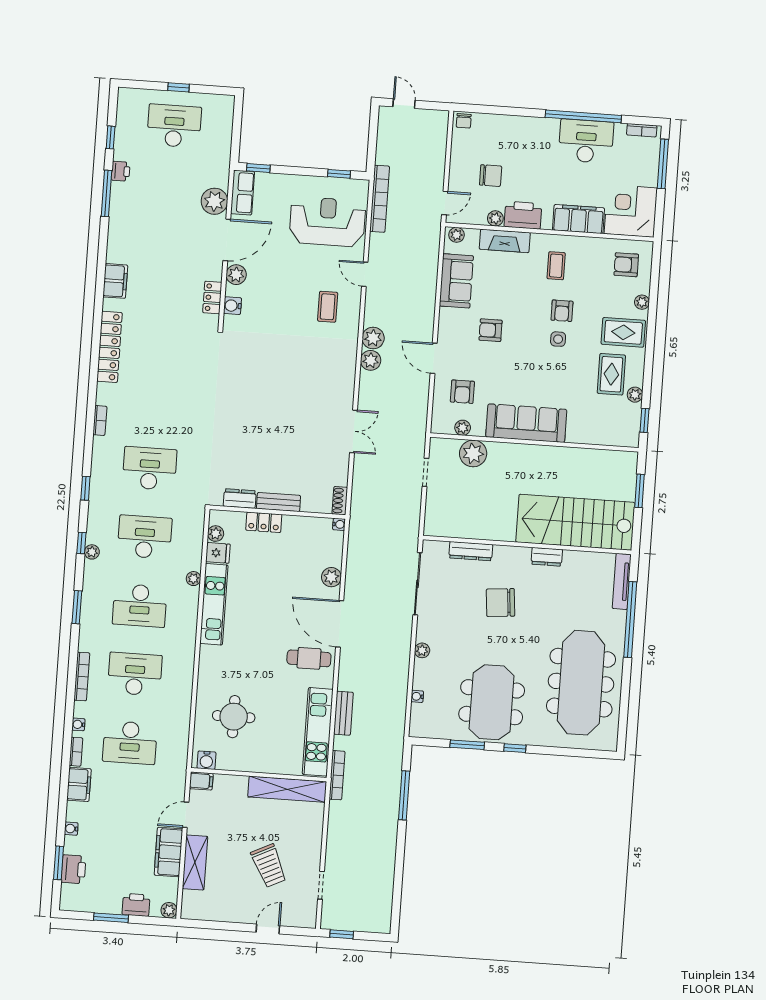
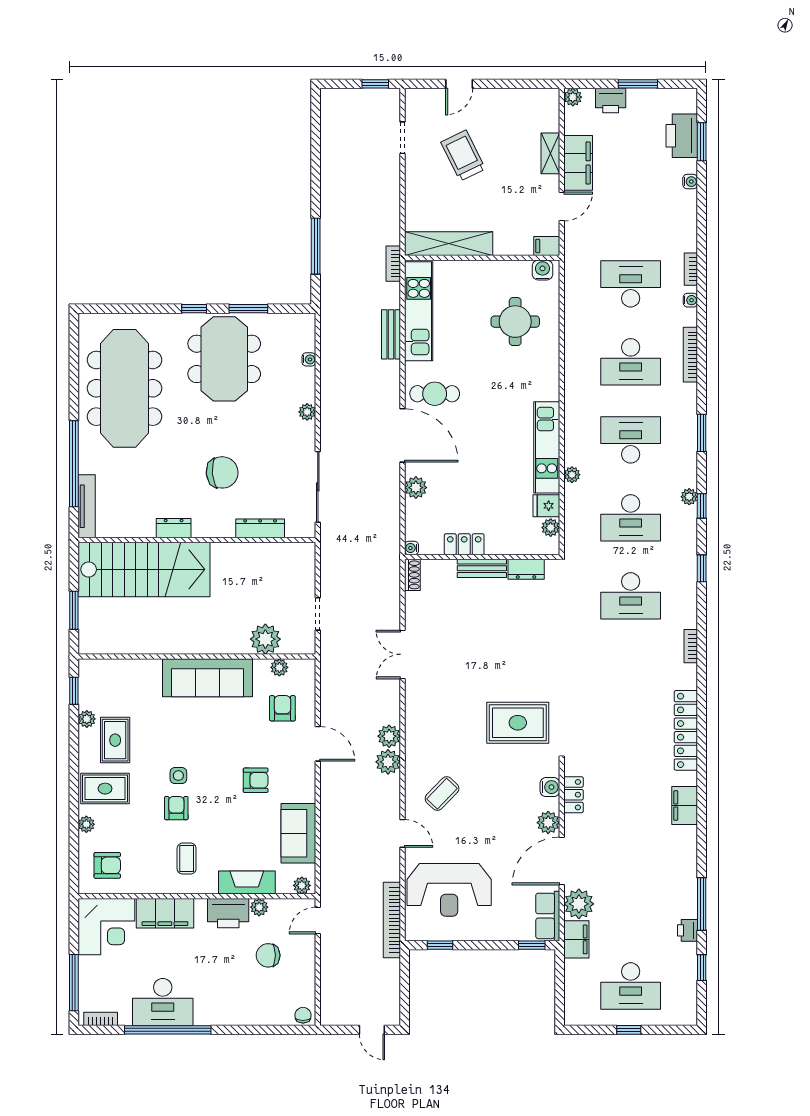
coffee table: (328, 307) -> (442, 794), turned 44
rug: (257, 364) -> (518, 723), added
locker: (264, 522) -> (464, 544), moved
bookcase: (337, 775) -> (393, 264), width x0.64
filing cabinet: (79, 784) -> (576, 939), moved, turned 180
shelving: (195, 862) -> (550, 153), width x0.67, depth x0.75
printer: (73, 869) -> (682, 136), width x1.37, depth x1.19

